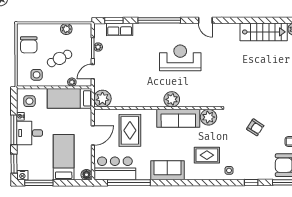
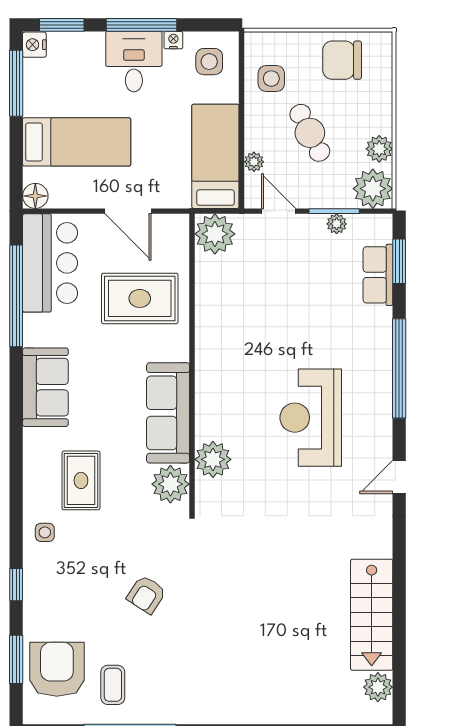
plant: (83, 32) -> (373, 189), added
reception desk: (180, 58) -> (311, 418), turned 180
plant: (172, 99) -> (213, 459), moved

